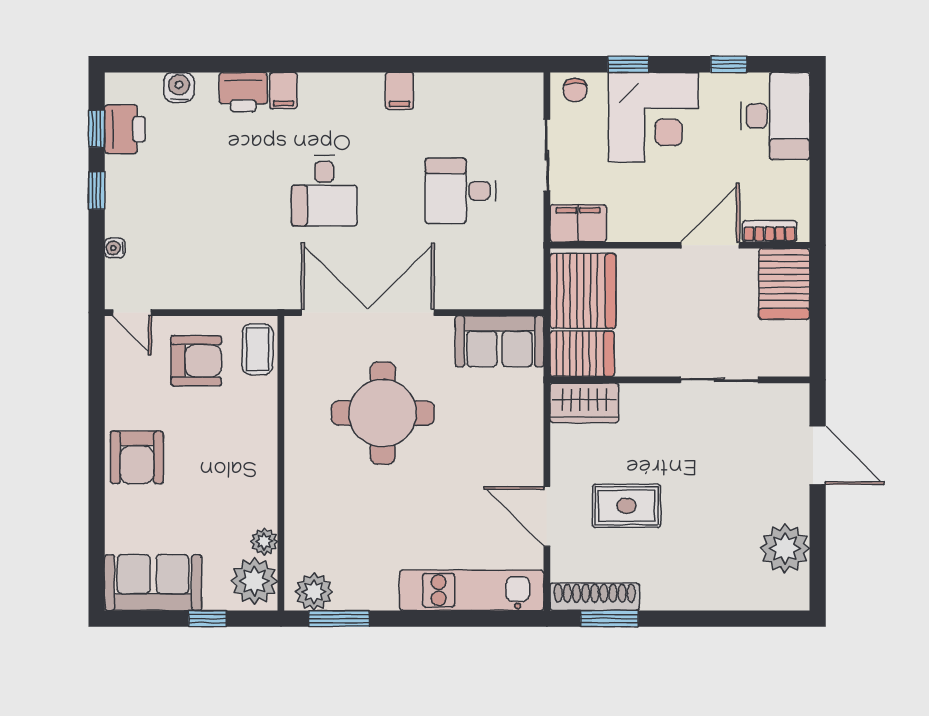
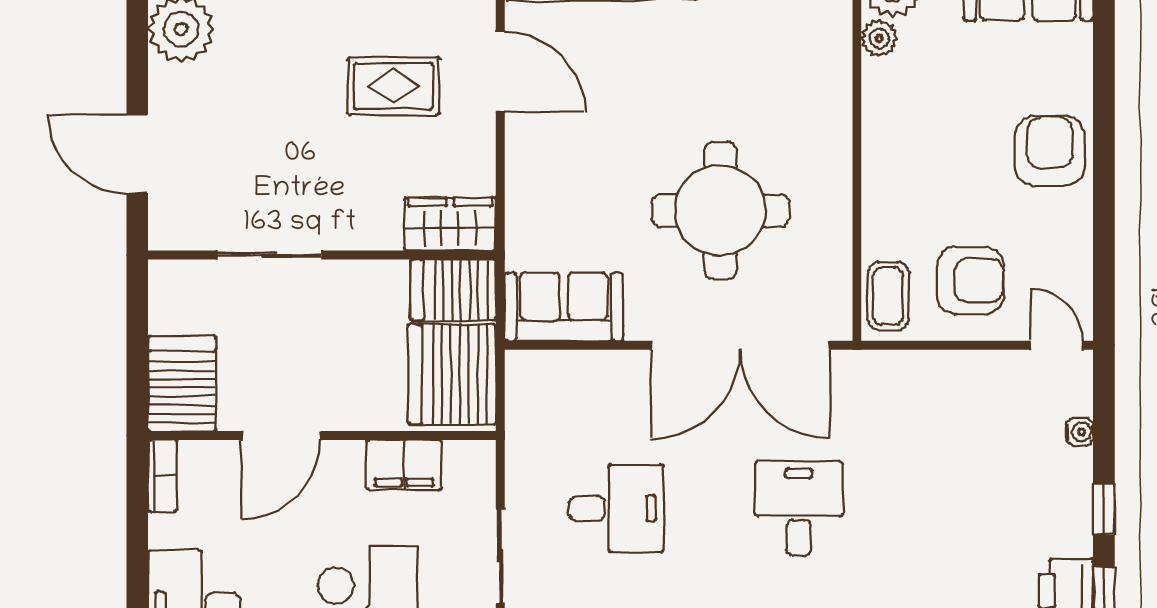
filing cabinet: (578, 223) -> (404, 465), moved
bookcase: (770, 231) -> (162, 476), moved, turned -90
armchair: (196, 361) -> (971, 281), turned 180

